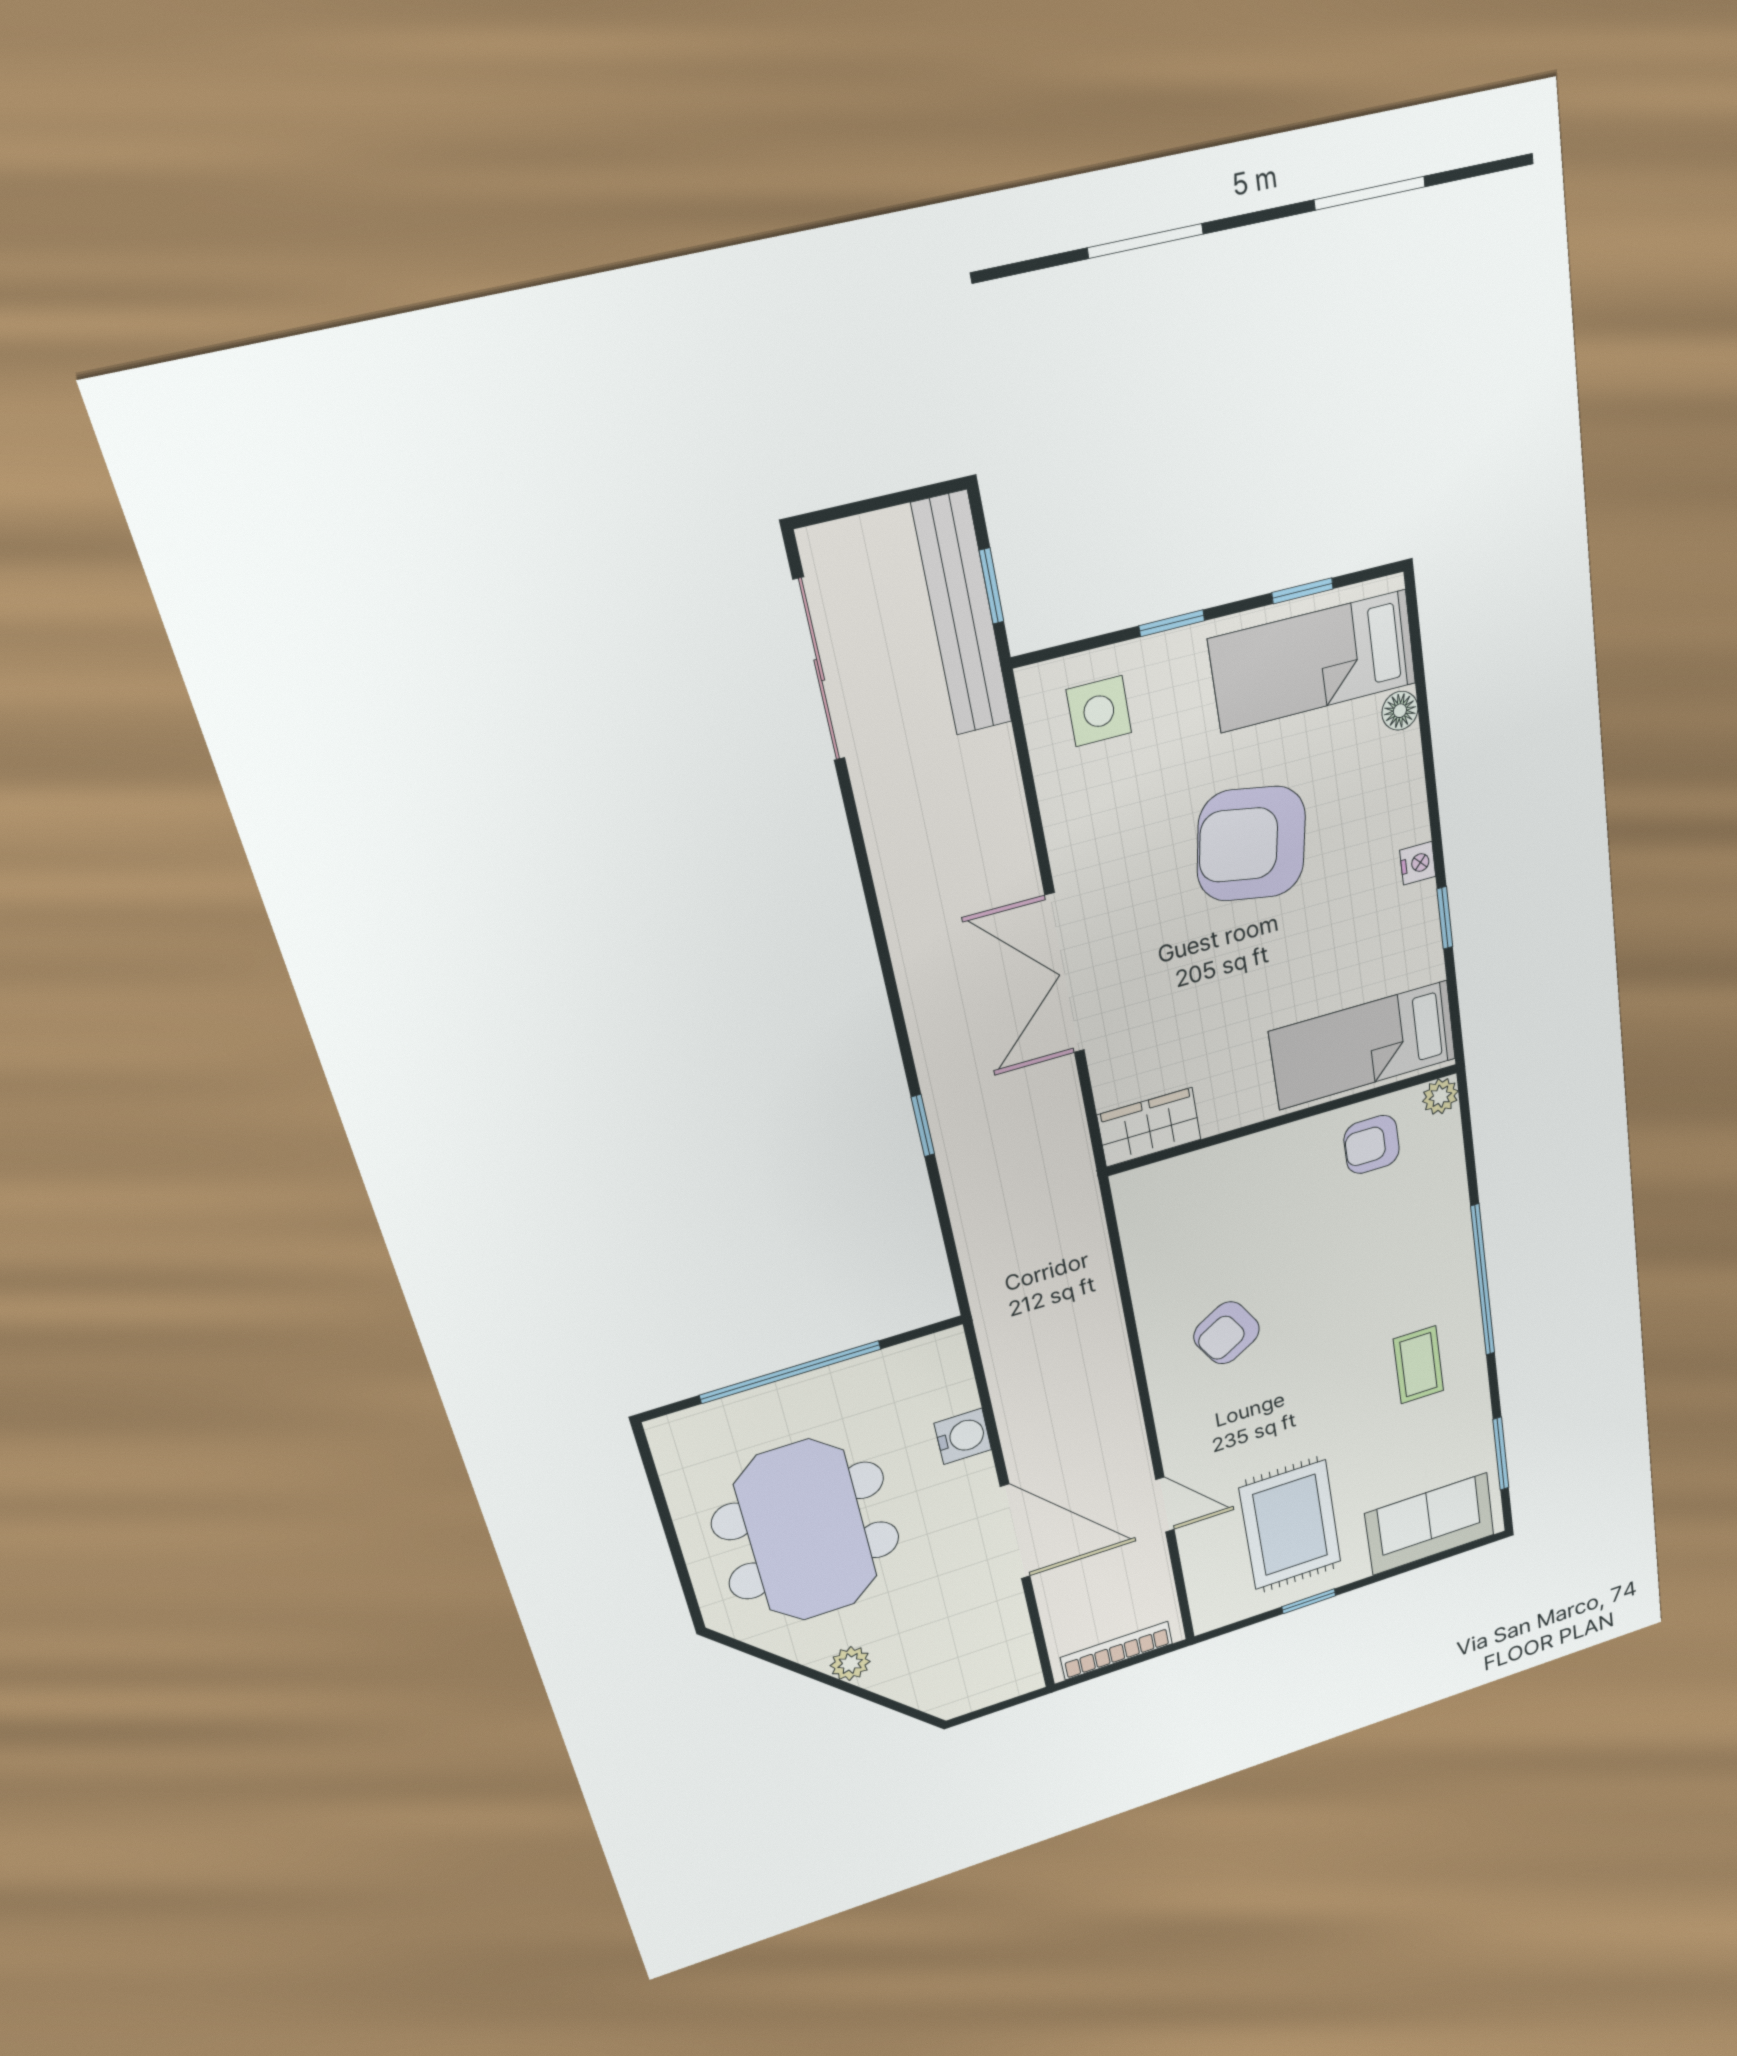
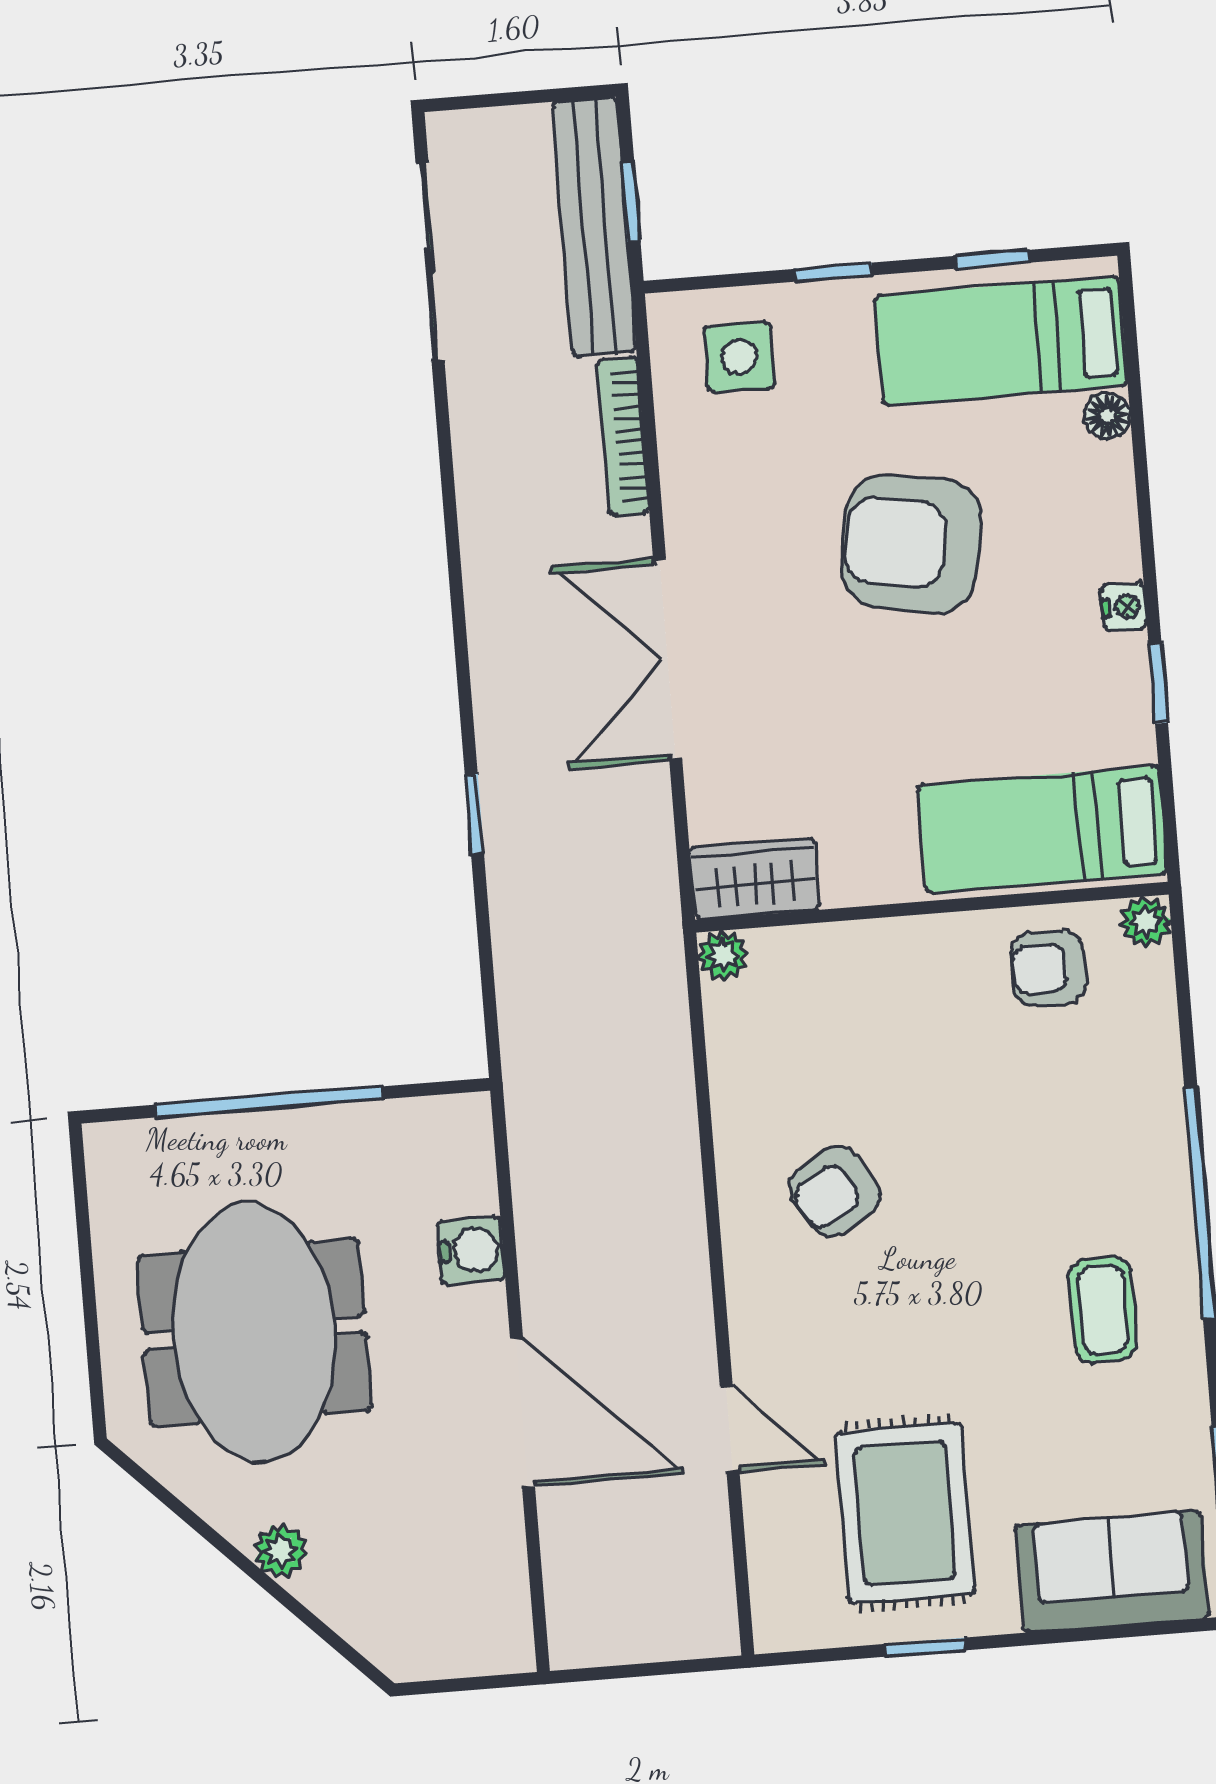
plant: (1130, 1188) -> (723, 956), added
bookcase: (1117, 1651) -> (623, 436), moved, turned -90

